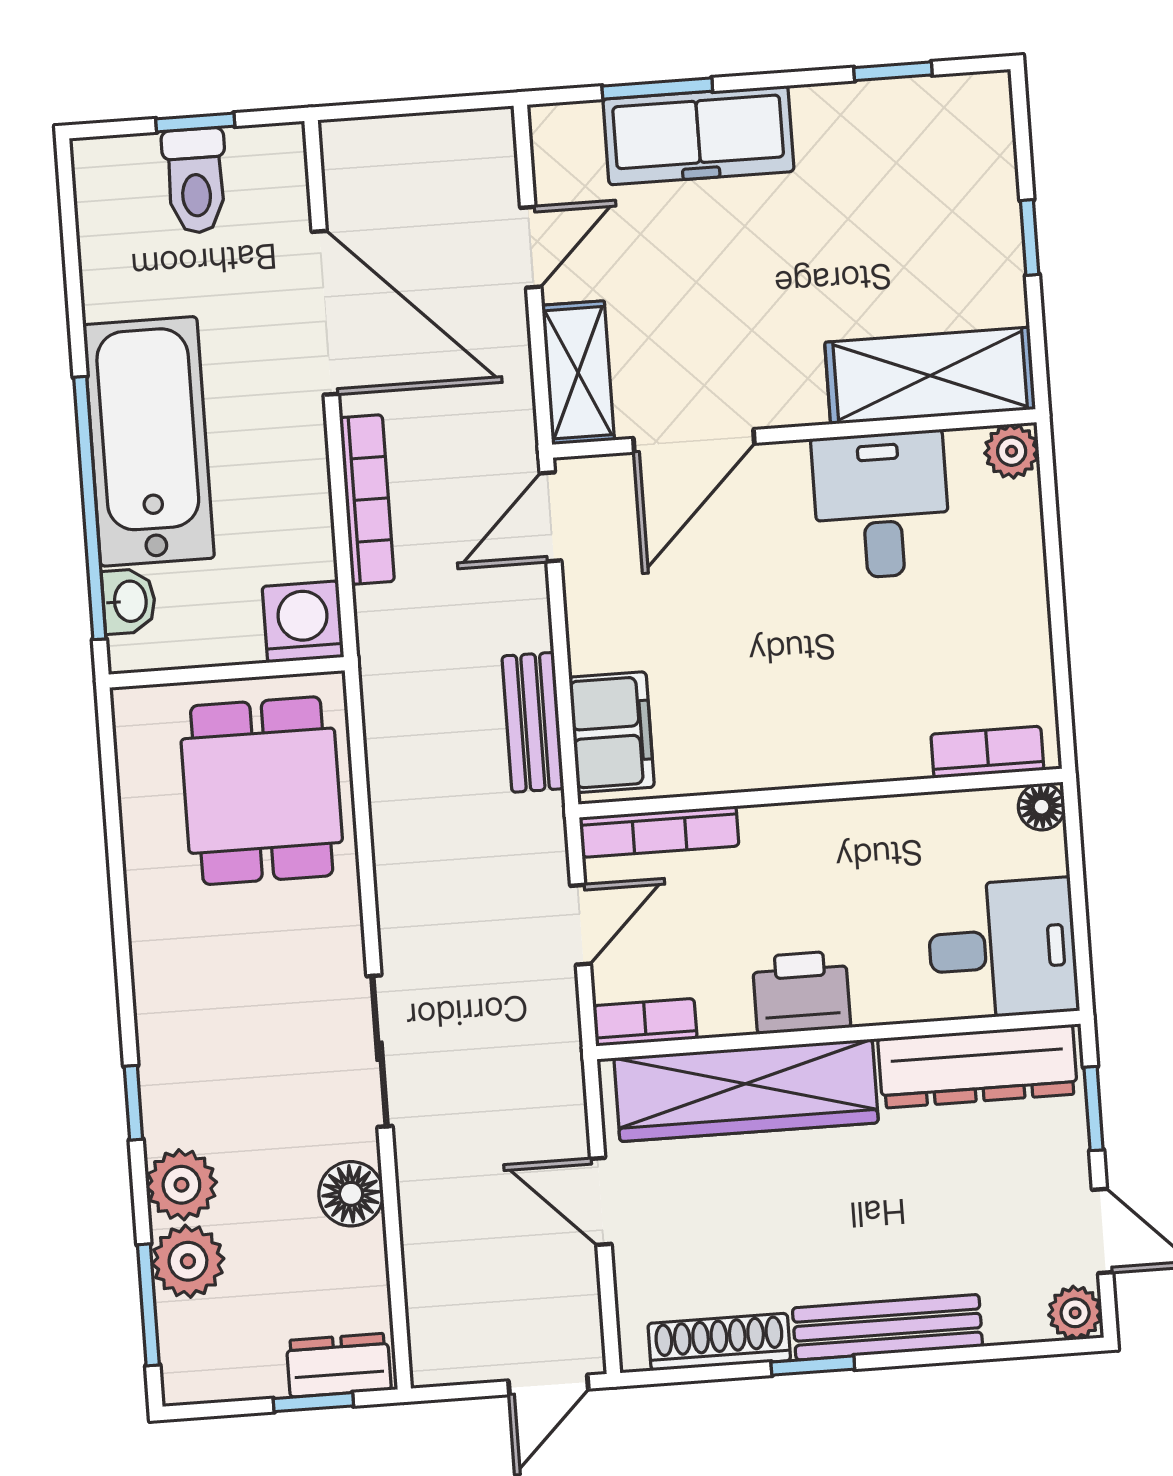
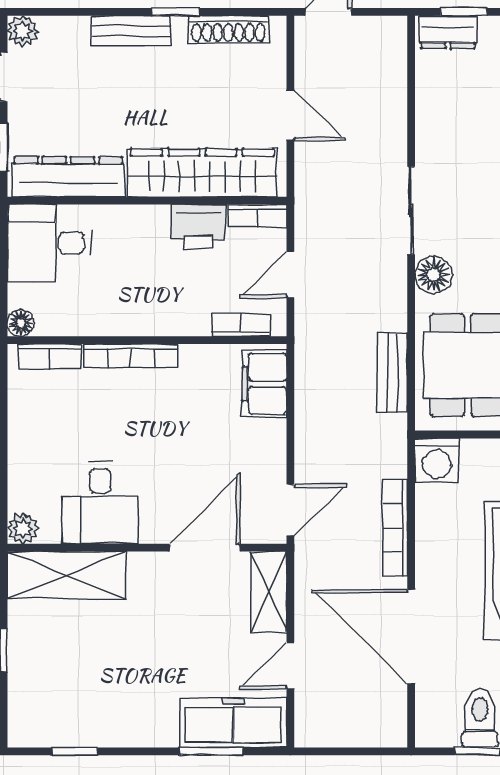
freezer: (698, 135) -> (233, 723), moved
bench: (533, 722) -> (392, 373), moved
bookcase: (847, 764) -> (131, 356), added
bookcase: (659, 832) -> (241, 325), width x0.64
printer: (801, 992) -> (198, 227), moved
floor lamp: (351, 1194) -> (433, 275), moved
bench: (887, 1327) -> (131, 31), width x0.73

